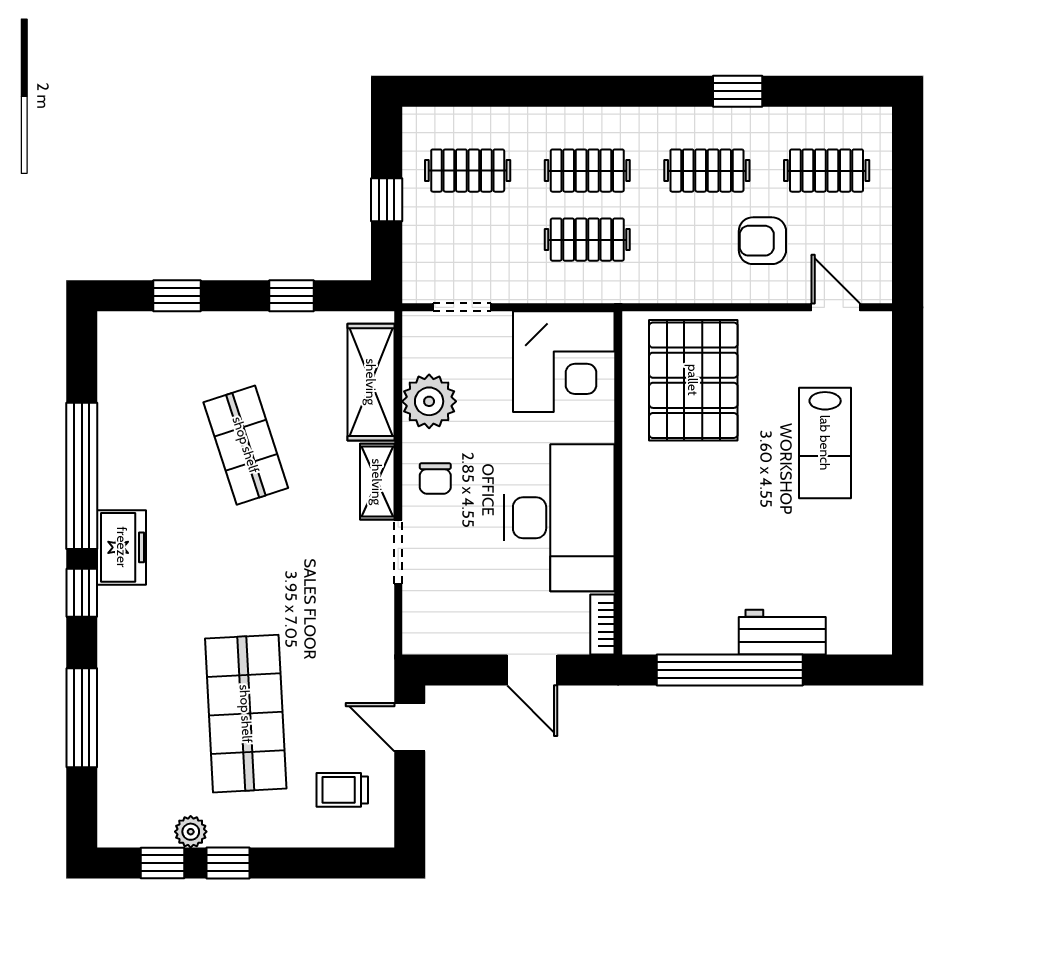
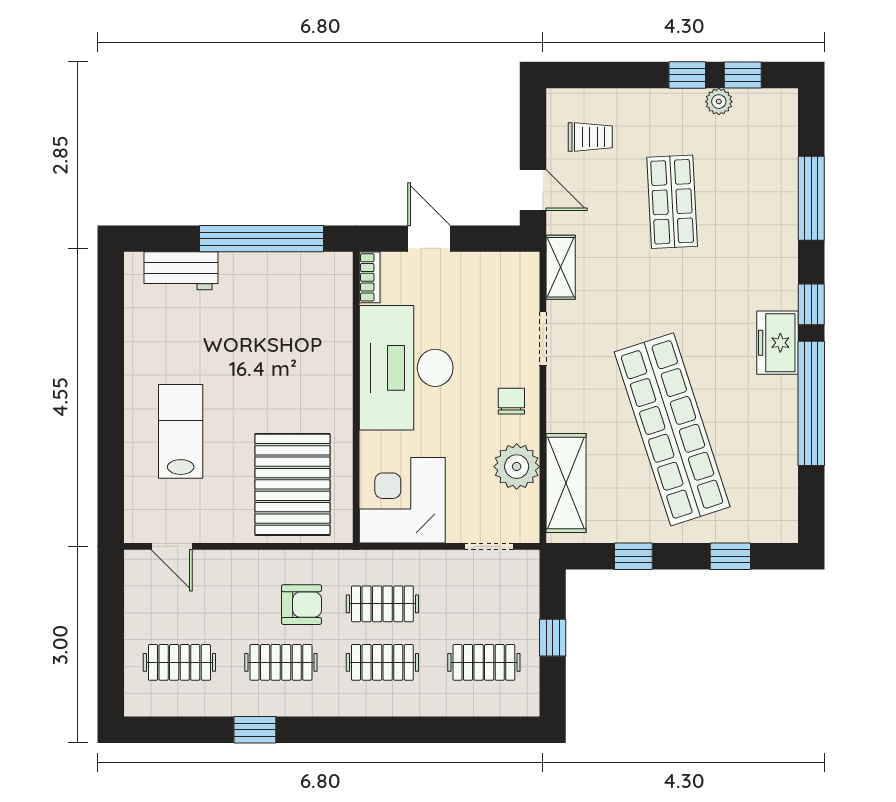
armchair: (762, 241) -> (301, 605), moved
shop shelf: (246, 445) -> (672, 429), width x2.00, depth x1.36
shelving: (377, 482) -> (561, 267), moved
workbench: (782, 632) -> (181, 271), moved
shop shelf: (246, 714) -> (672, 202), width x0.70, depth x0.74

